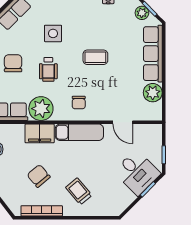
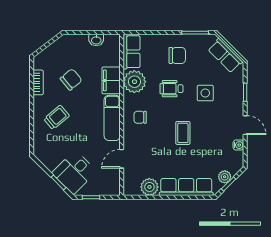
bookcase: (42, 211) -> (38, 82), width x0.64

